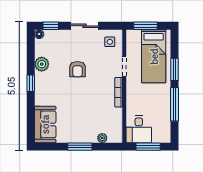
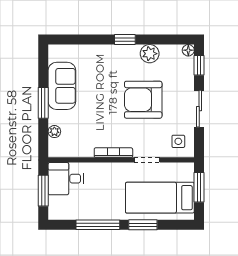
armchair: (78, 69) -> (143, 100), width x1.88, depth x1.88
sofa: (45, 124) -> (62, 86), moved, turned -90

